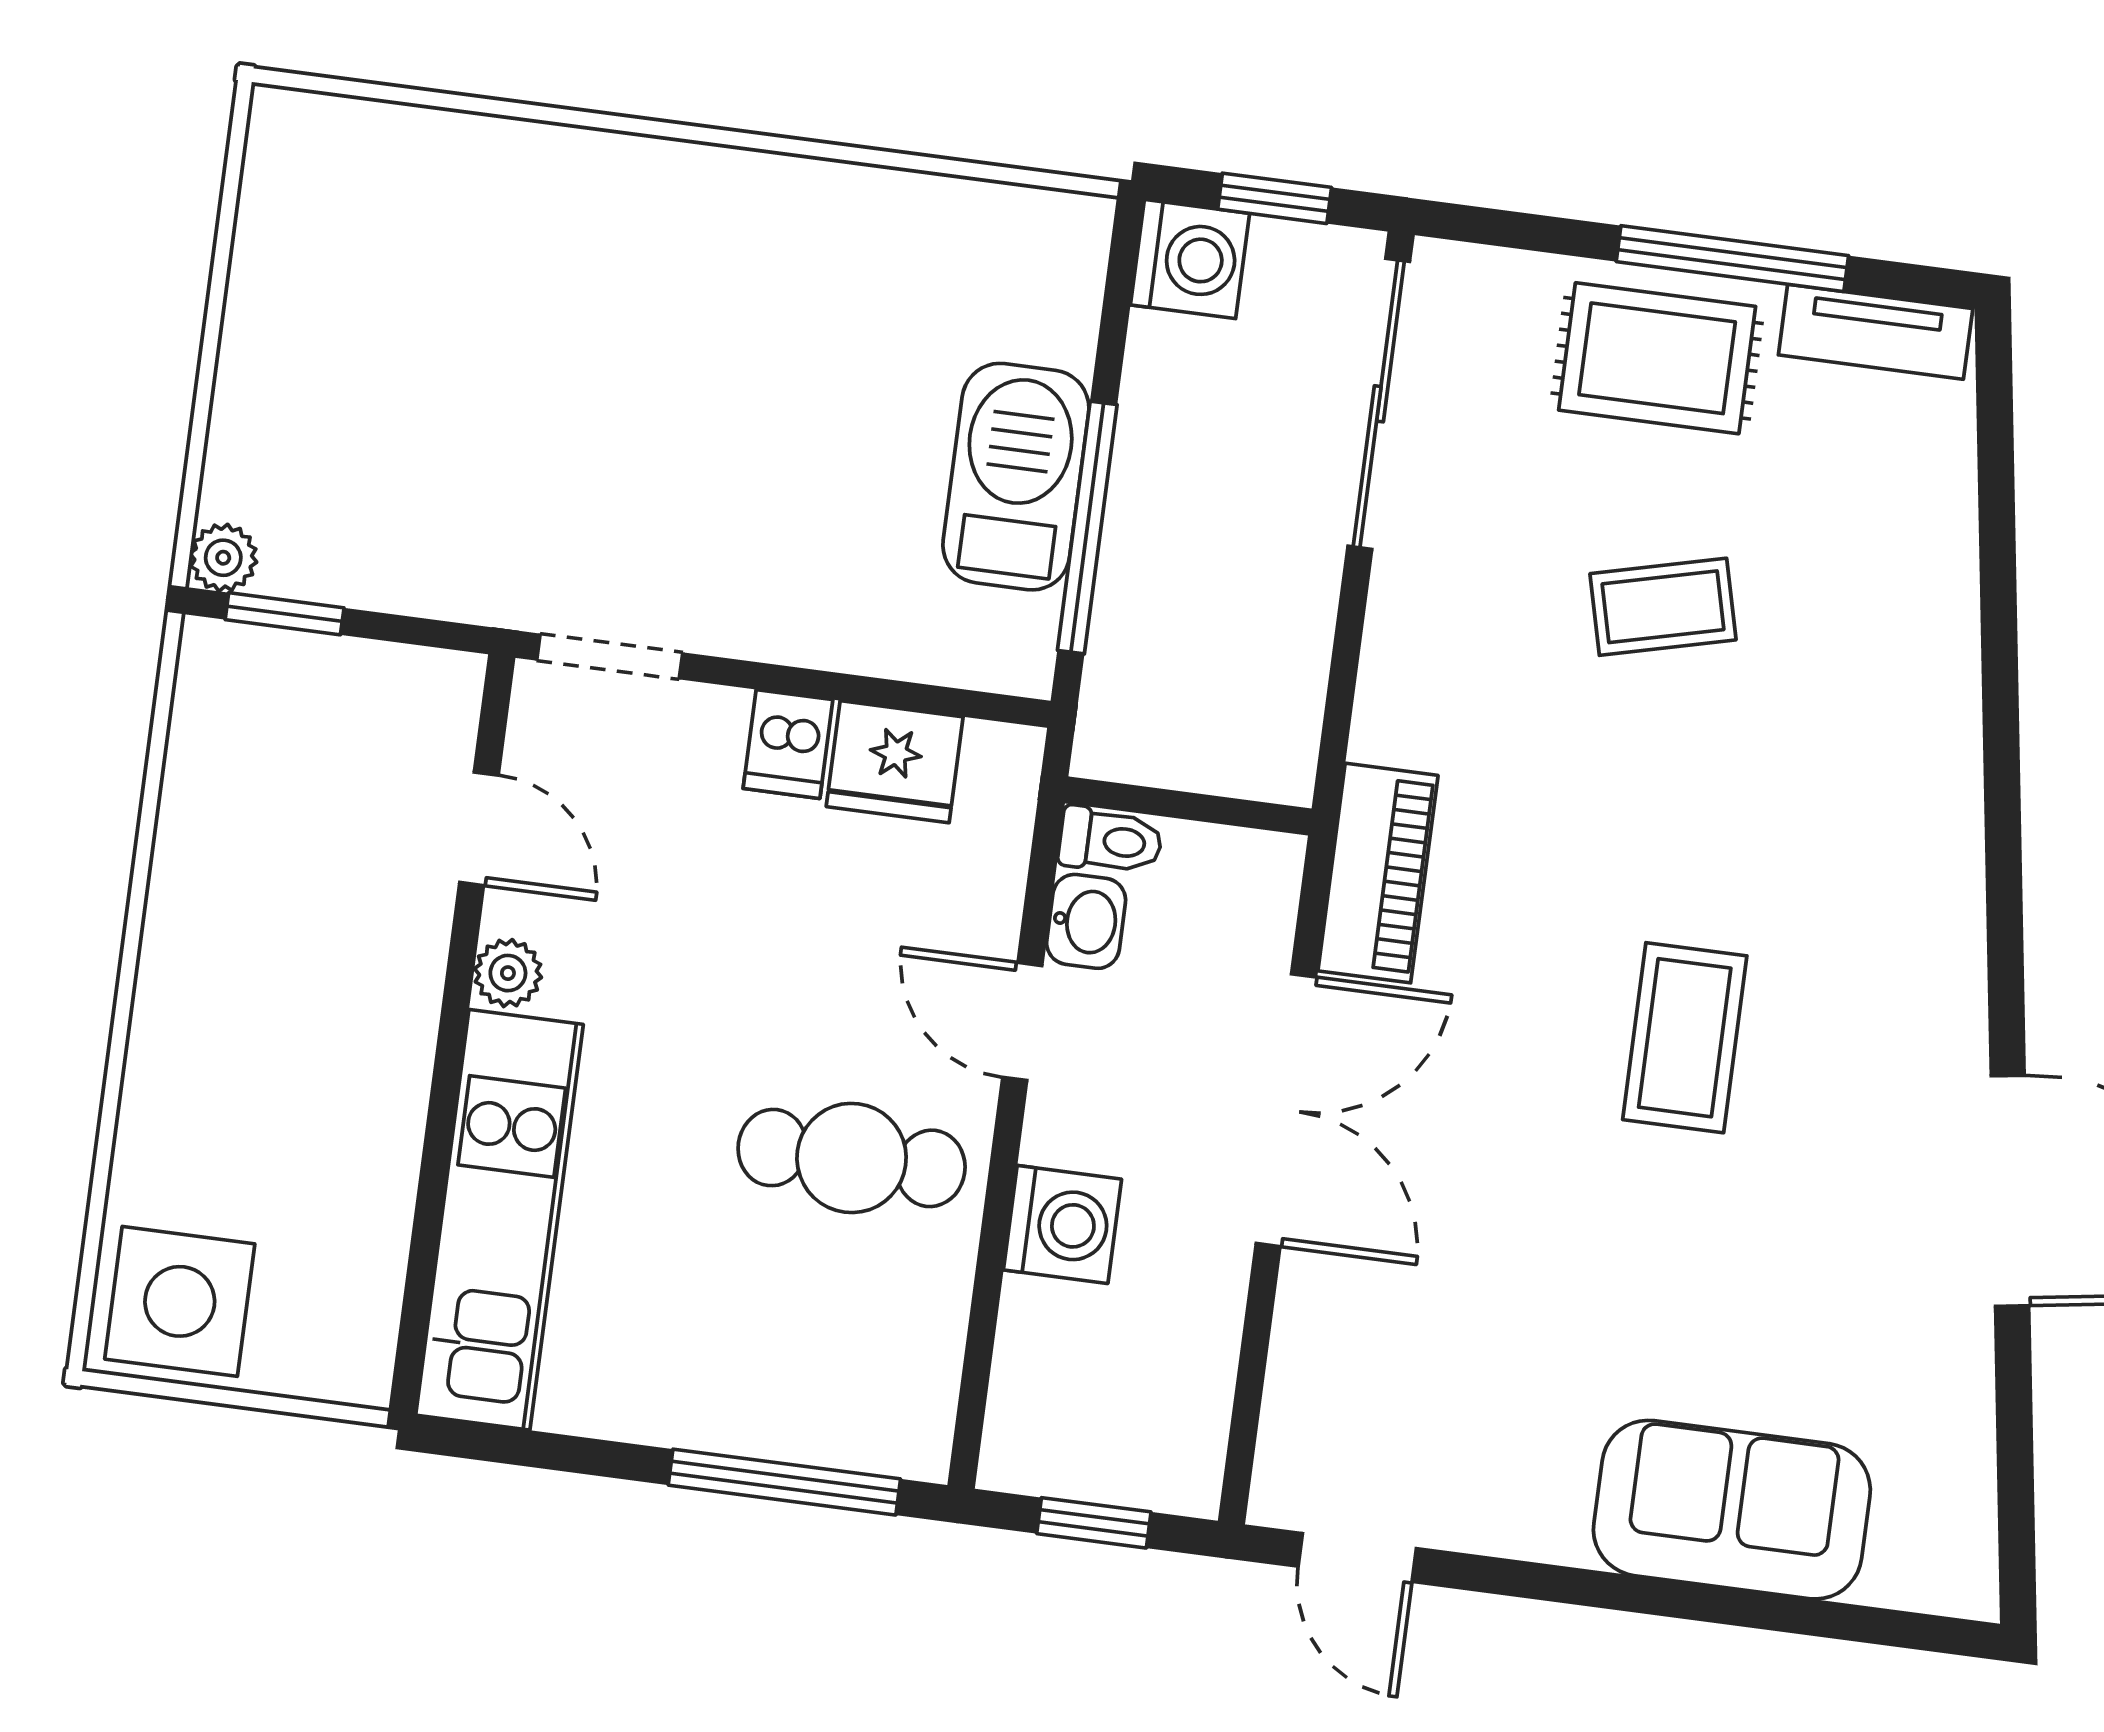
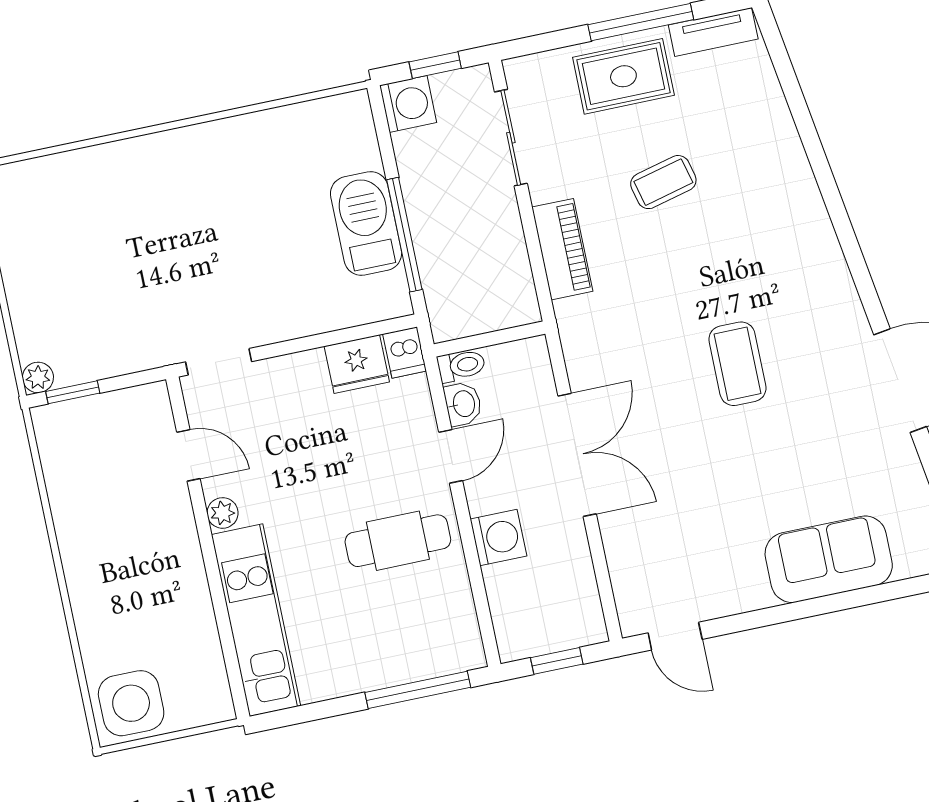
sliding door: (1379, 404) -> (511, 138), width x0.73
dishwasher: (788, 744) -> (405, 352), moved
piano: (1378, 873) -> (562, 249), moved
door: (1022, 1021) -> (451, 456), swing flipped

